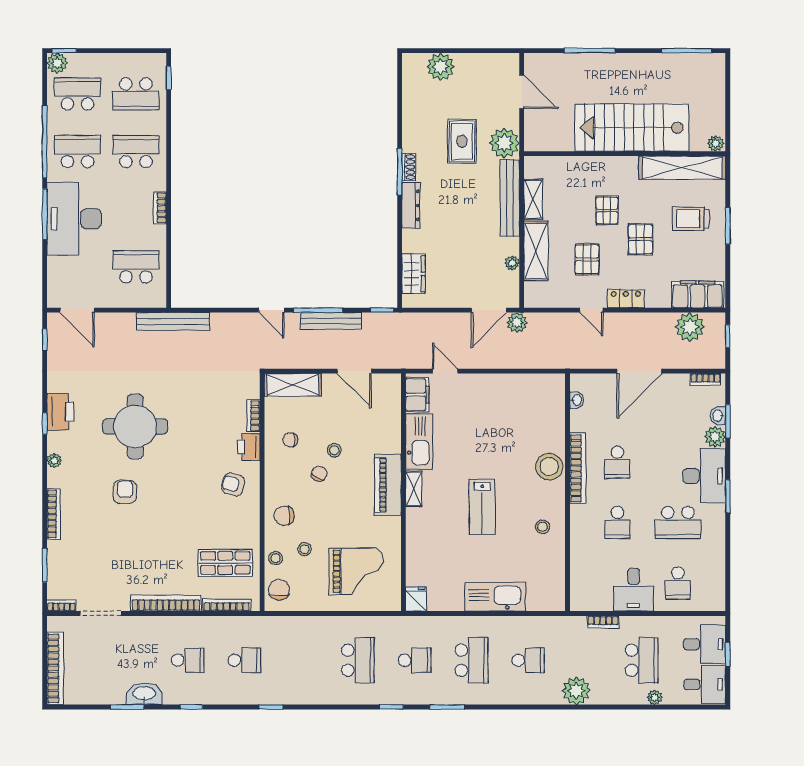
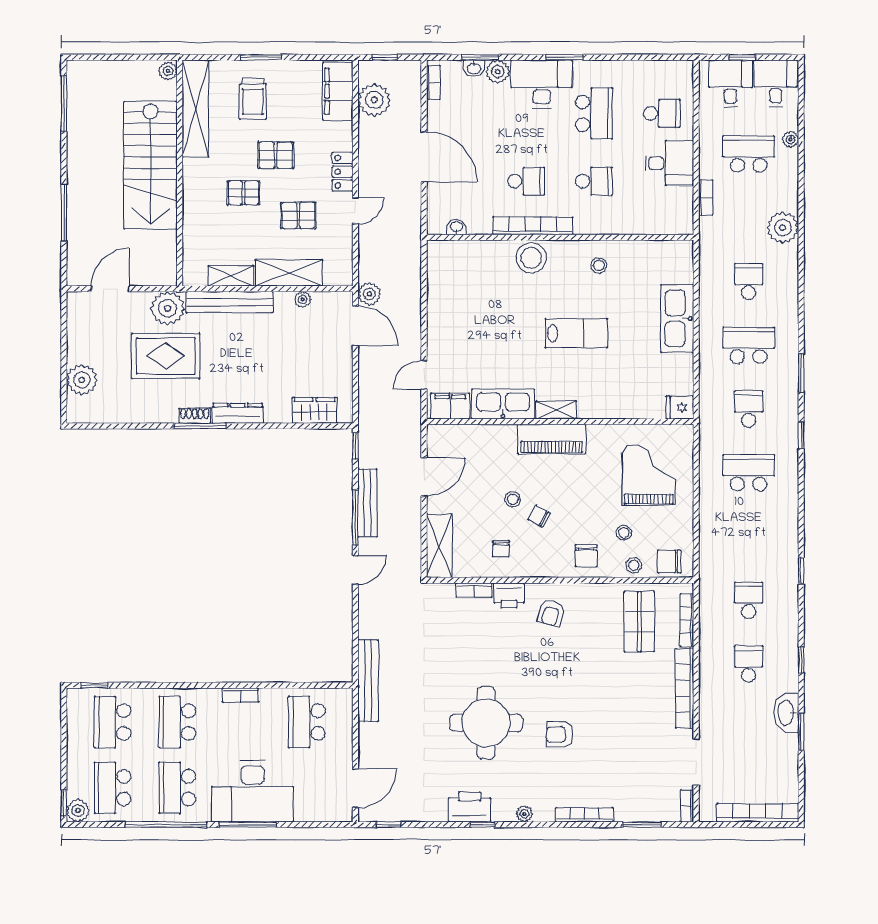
school desk: (136, 94) -> (113, 722), turned 180
rug: (462, 141) -> (166, 356), width x1.36, depth x1.43

